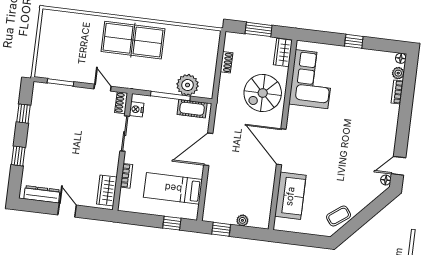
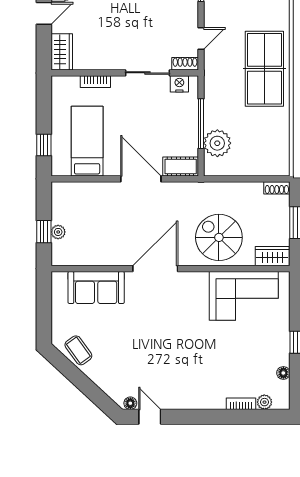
floor lamp: (401, 58) -> (283, 373), moved
shoe rack: (226, 62) -> (277, 188), moved
cot: (192, 109) -> (181, 167), moved, turned 90
wardrobe: (107, 191) -> (62, 52), moved, turned 90
window: (221, 229) -> (44, 232), moved

